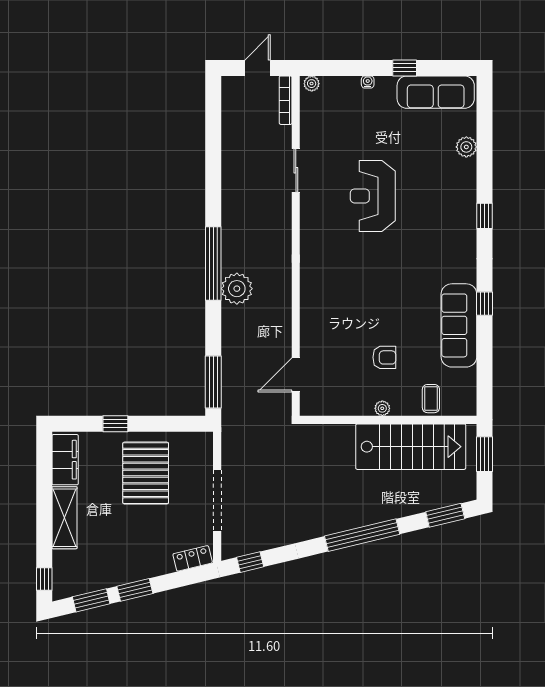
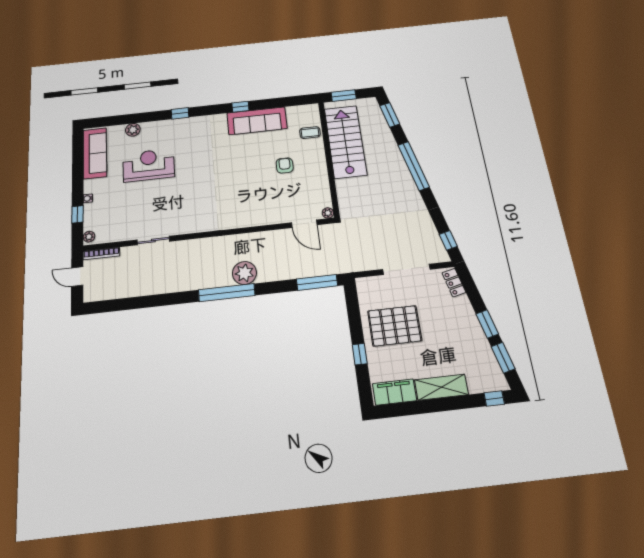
window: (405, 68) -> (78, 214), moved
reception desk: (373, 196) -> (149, 165), moved, turned 180
plant: (382, 408) -> (328, 213), moved

